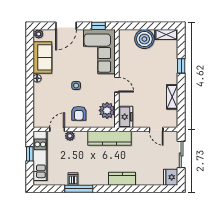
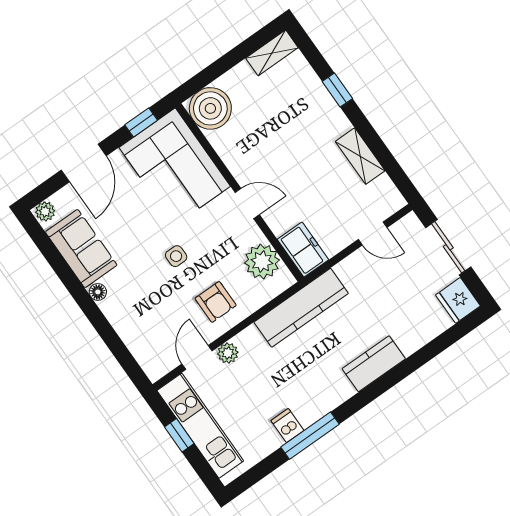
boiler: (144, 39) -> (210, 108), moved

